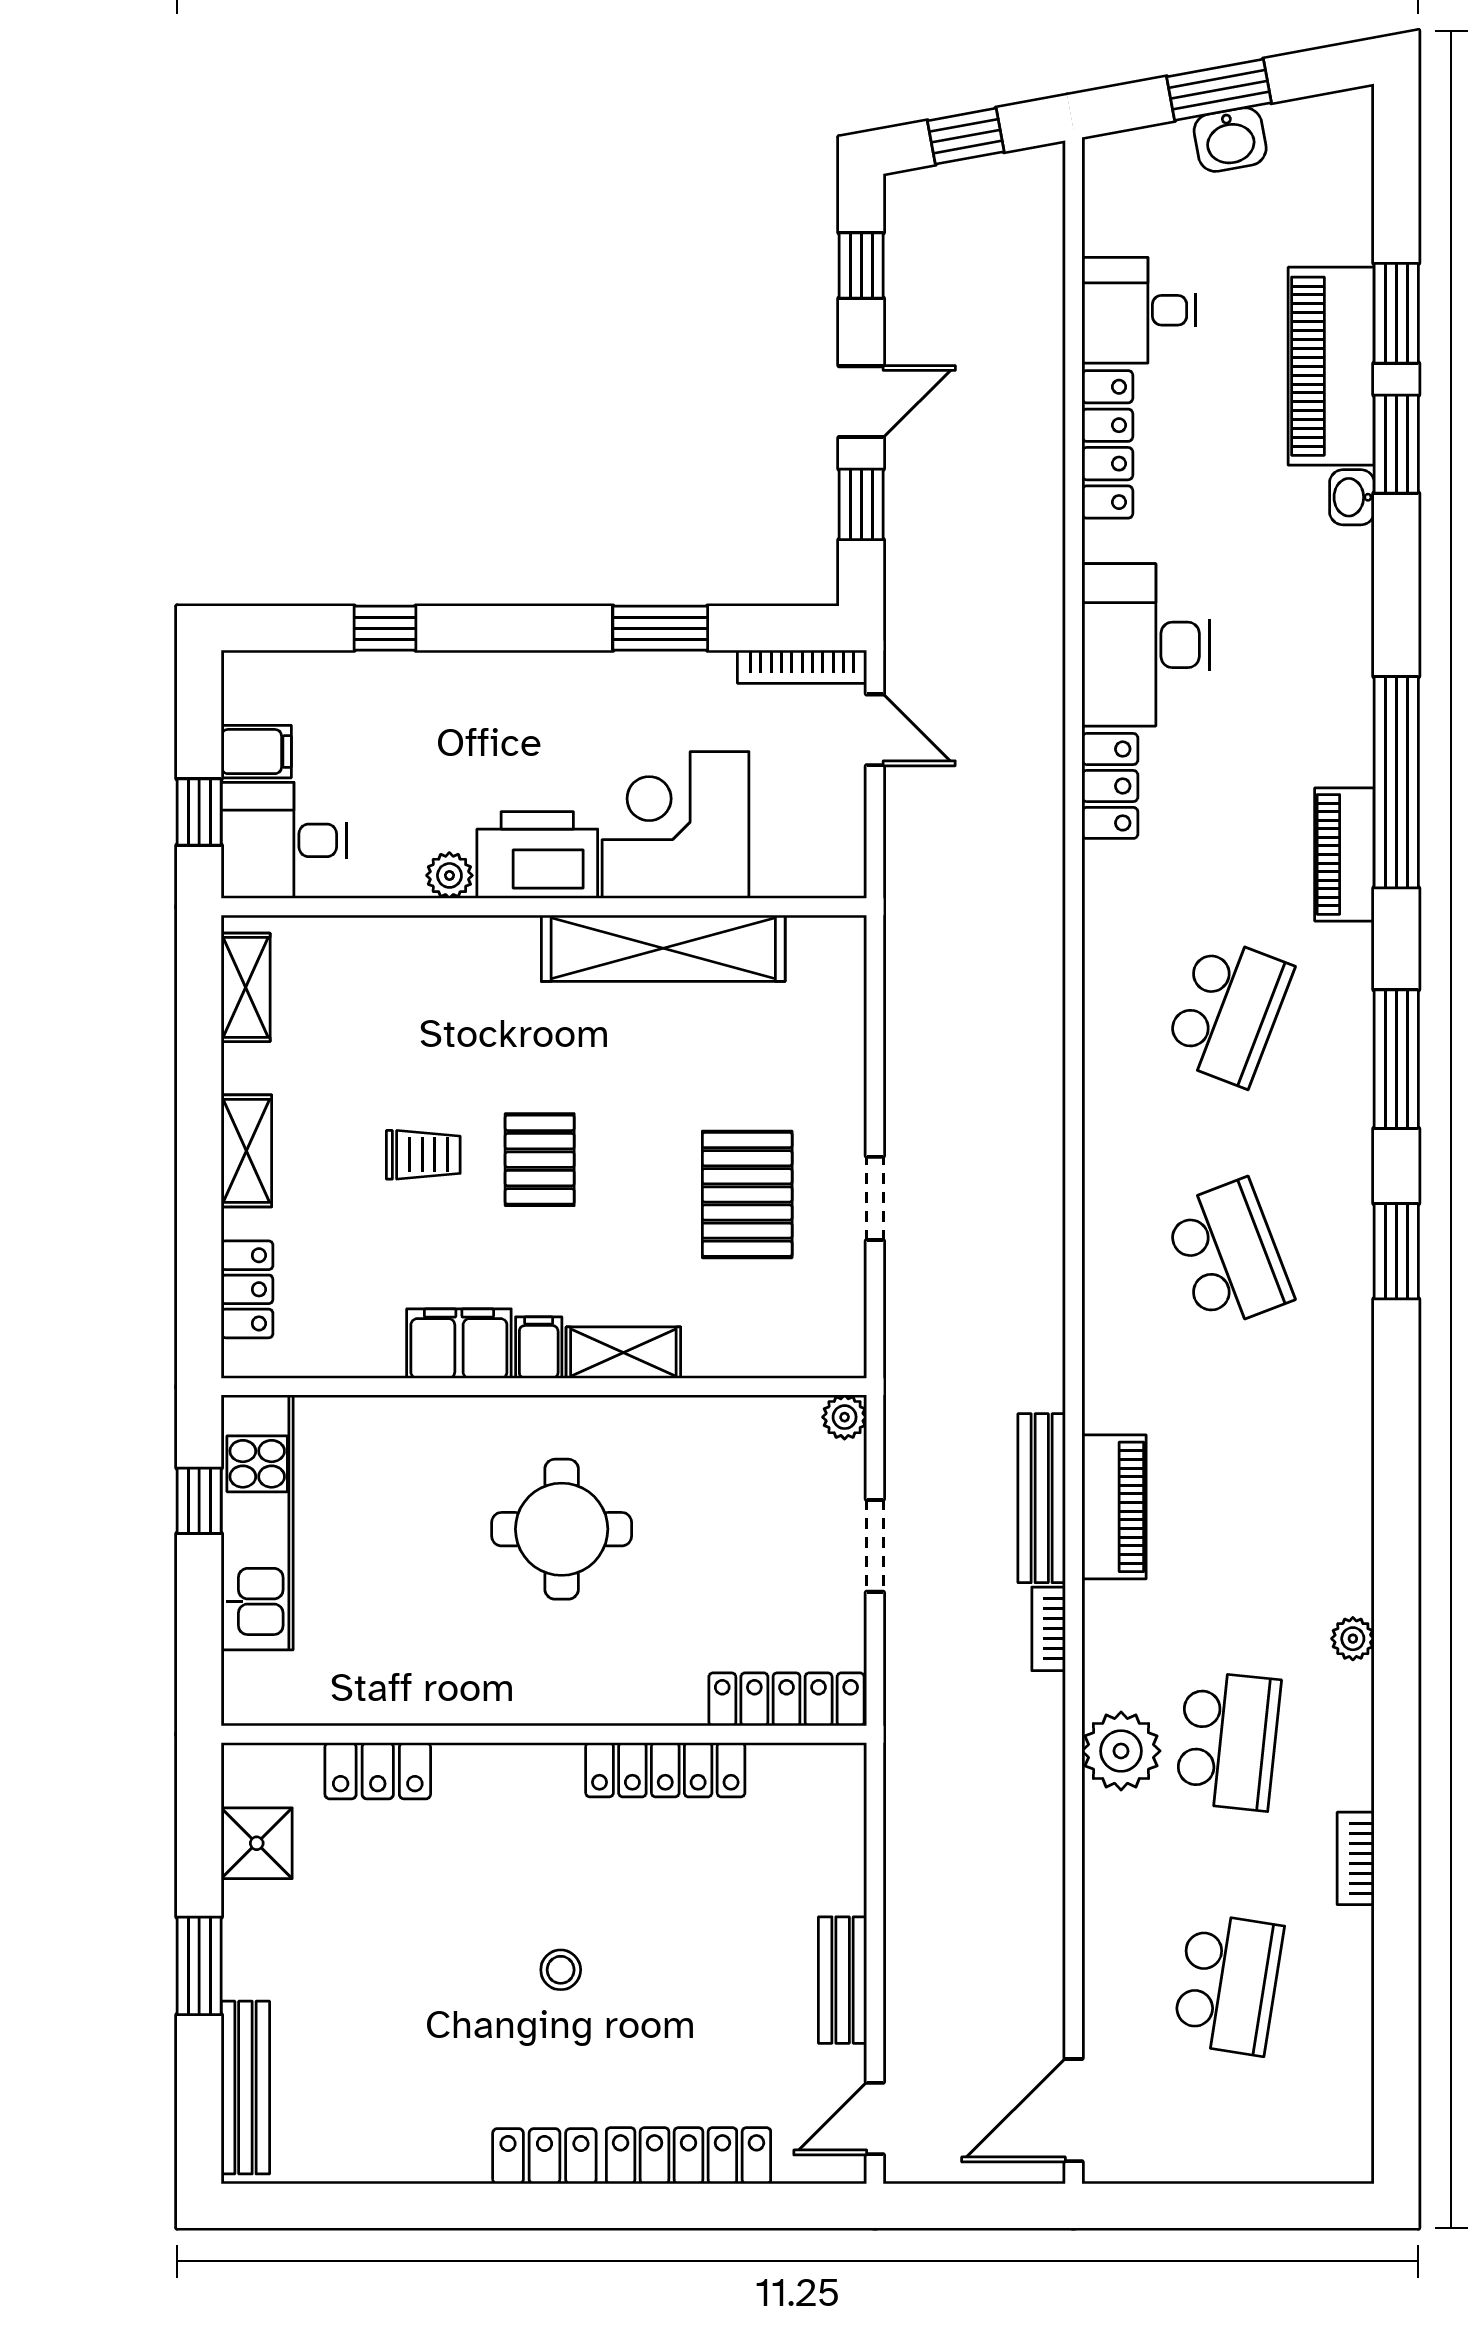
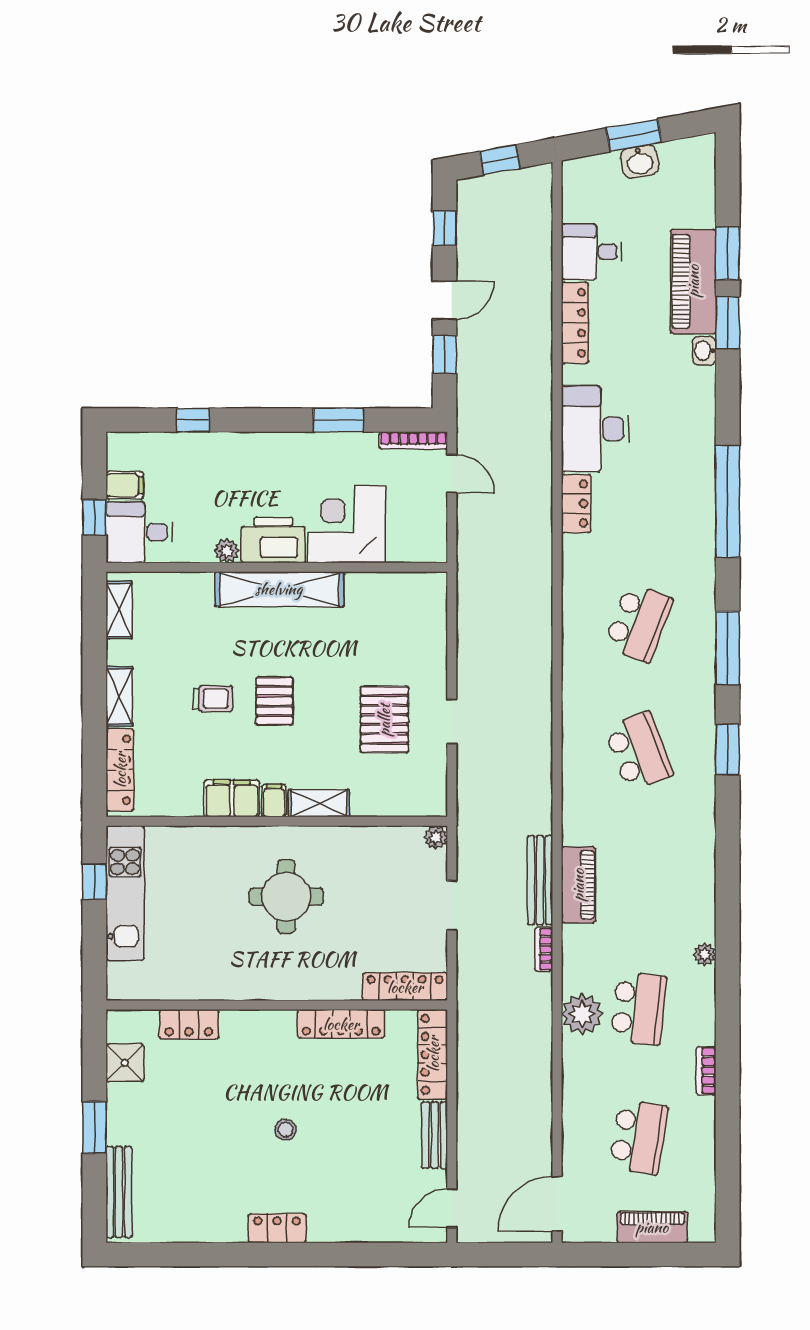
piano: (1344, 854) -> (652, 1227), moved, turned 90
shelving: (663, 948) -> (279, 589), moved
locker: (247, 1289) -> (120, 770), width x1.53
locker: (688, 2156) -> (433, 1054), moved, turned -90

